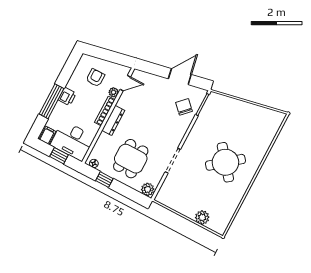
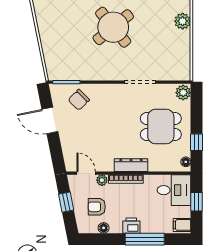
window: (111, 56) -> (66, 202), added
floor lamp: (77, 74) -> (104, 228), added
desk: (73, 141) -> (174, 190), width x0.73

